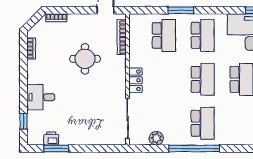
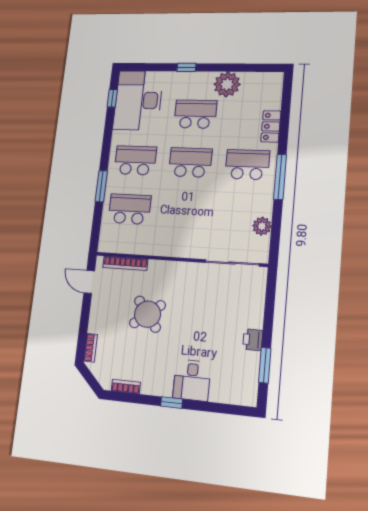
round table: (85, 59) -> (147, 314), turned -38
locker: (135, 80) -> (271, 126), moved, turned -90
window: (23, 121) -> (172, 403), moved
printer: (51, 138) -> (253, 340), moved
window: (194, 148) -> (280, 177), width x0.68

